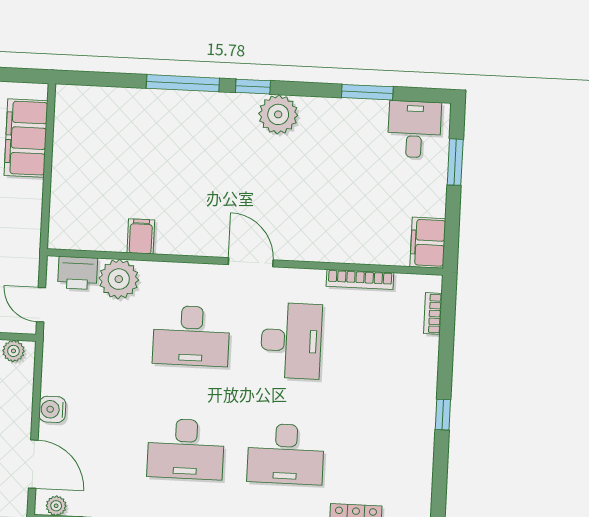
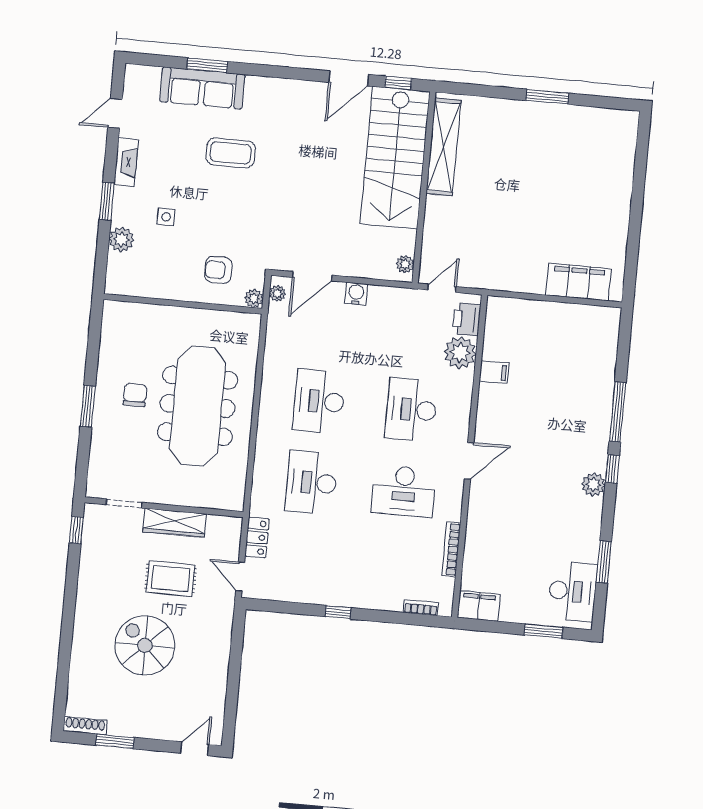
plant: (278, 114) -> (593, 485), width x0.73, depth x0.73
desk: (414, 129) -> (572, 591), width x1.37

